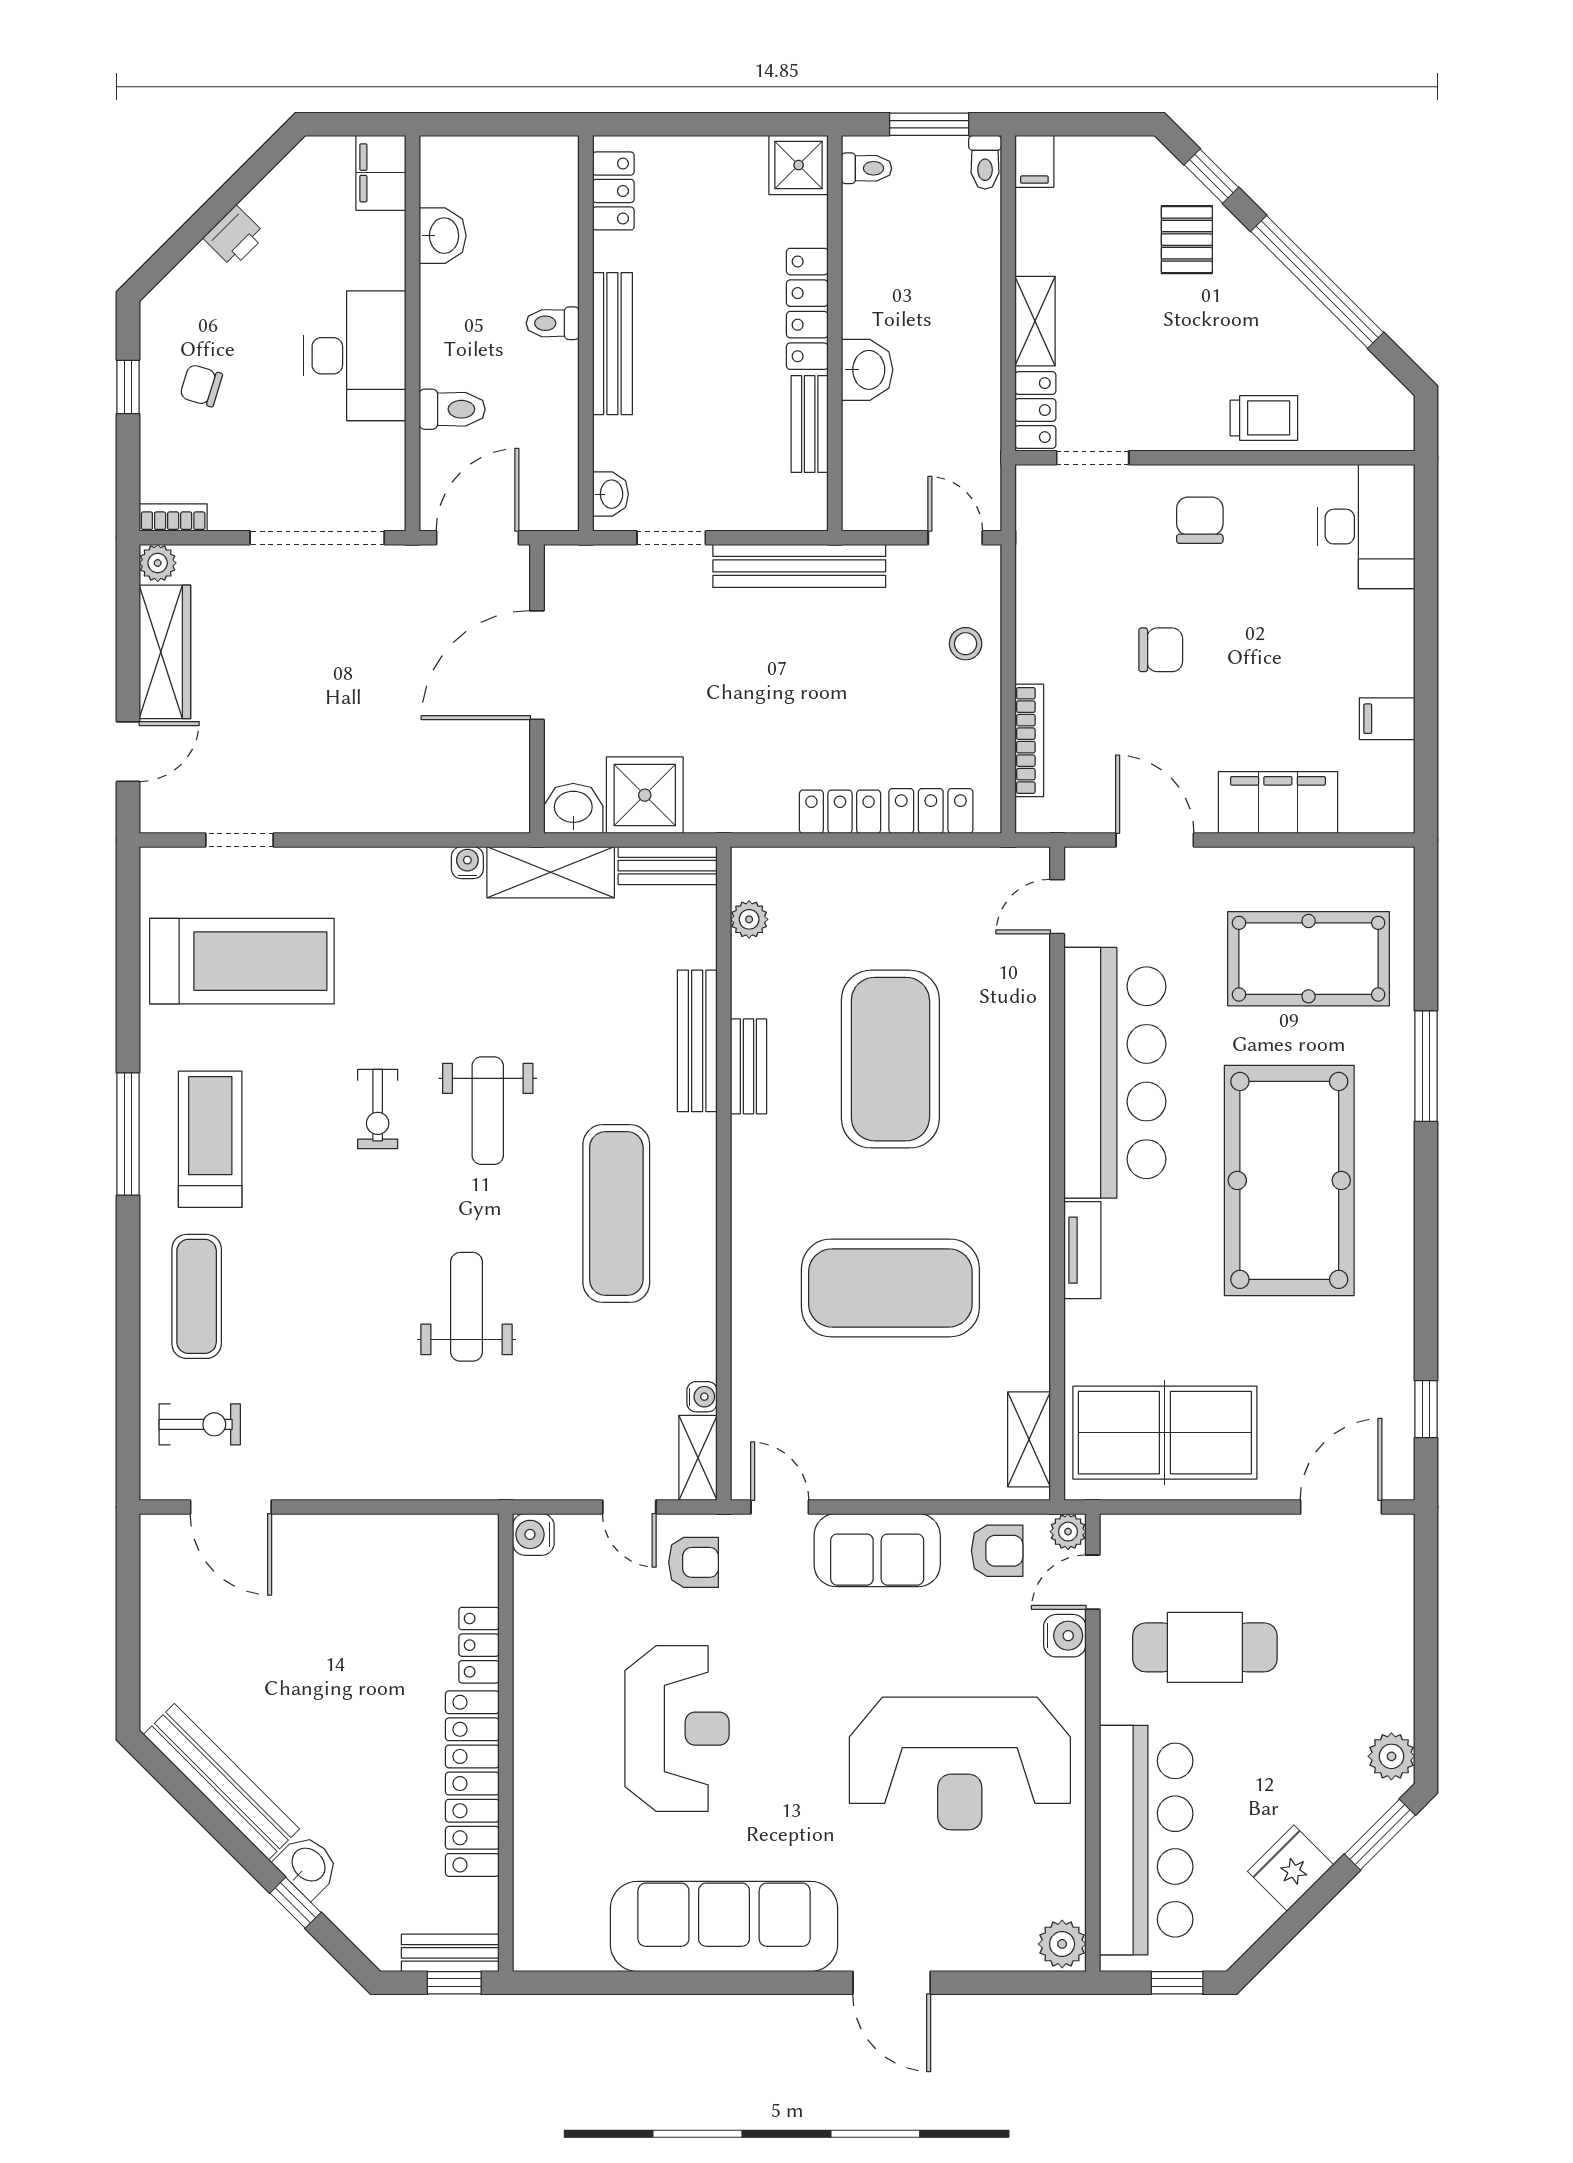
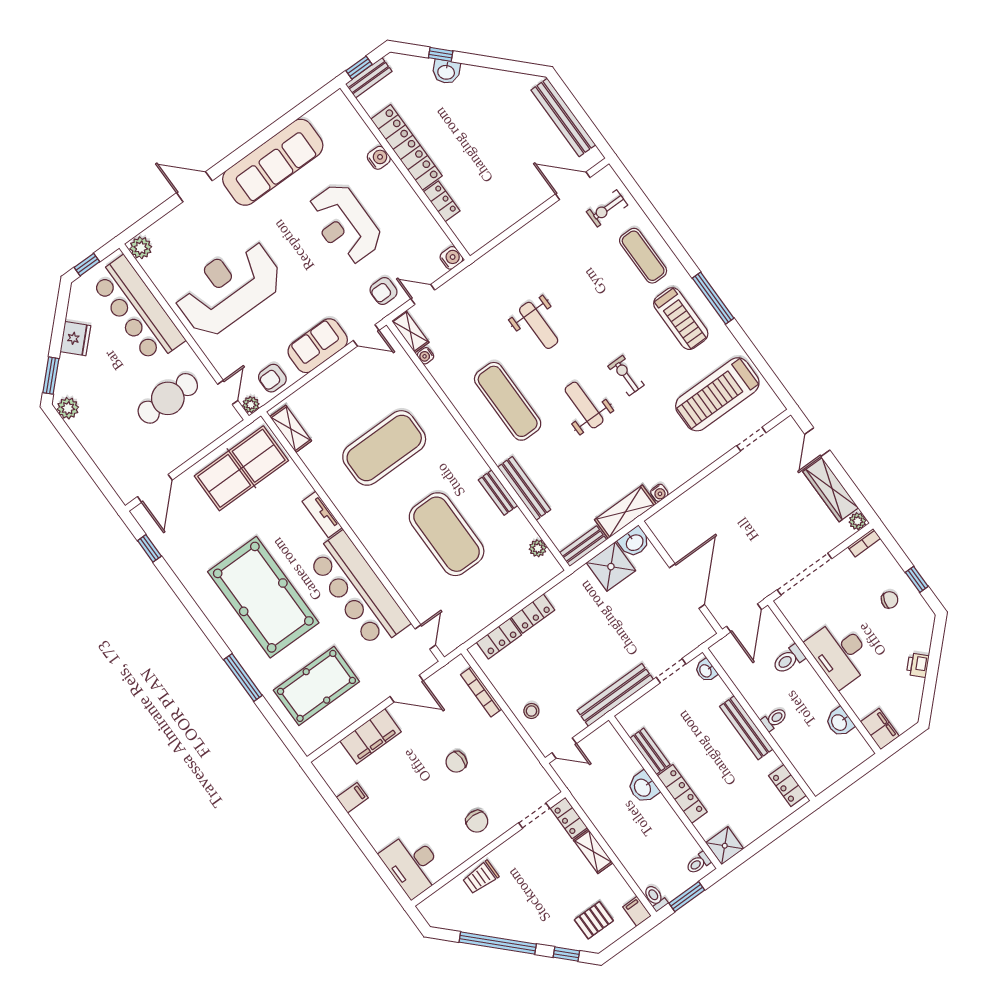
pallet: (1187, 240) -> (594, 920), moved, turned 90
water cooler: (1065, 1636) -> (379, 158), moved, turned 180
bench: (221, 1782) -> (563, 117), moved, turned 45

